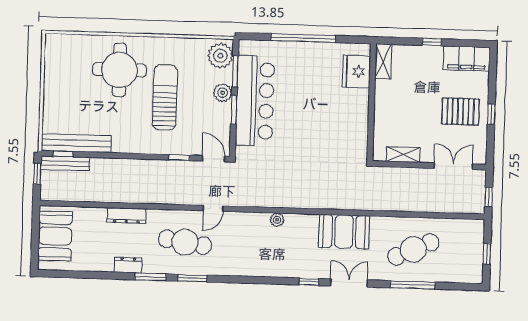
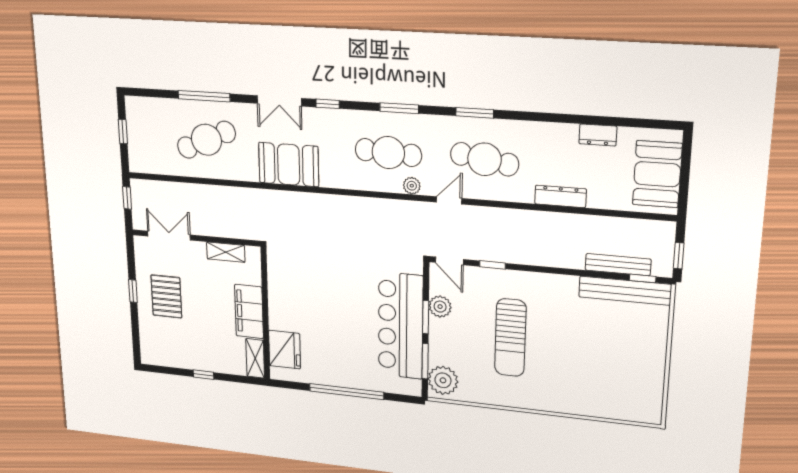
filing cabinet: (466, 59) -> (249, 312), moved, turned -90
round table: (120, 70) -> (567, 374), removed
plant: (223, 93) -> (440, 307), moved
pallet: (460, 112) -> (166, 296), turned 90
bench: (65, 163) -> (618, 265), moved
double door: (453, 166) -> (169, 236), swing flipped
plant: (277, 220) -> (412, 186), moved
cafe table: (261, 245) -> (388, 153), added
dresser: (128, 265) -> (598, 135), moved
window: (151, 277) -> (399, 108), moved

